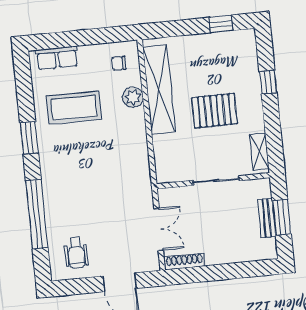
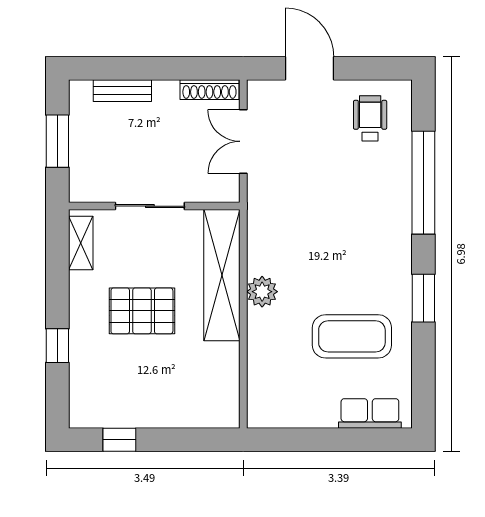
chair: (119, 63) -> (278, 396), removed
shelving: (159, 89) -> (222, 275), moved
plant: (133, 97) -> (262, 292), moved
bench: (267, 218) -> (122, 91), moved, turned 90

